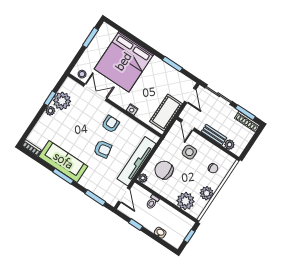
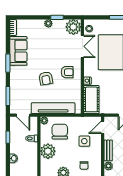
plant: (62, 101) -> (73, 27), moved
cot: (166, 113) -> (91, 99), moved, turned 90
sofa: (63, 161) -> (18, 51), width x0.73
door: (124, 195) -> (23, 115), hinge flipped
plant: (186, 201) -> (48, 151), moved

